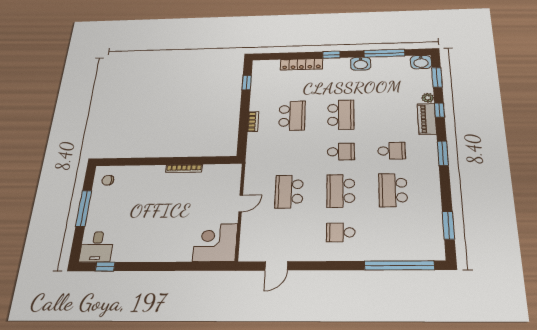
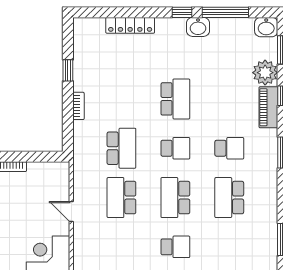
window: (331, 55) -> (182, 12), moved
window: (247, 83) -> (68, 70), moved
plant: (428, 98) -> (265, 73), width x1.87, depth x1.87
school desk: (292, 116) -> (121, 148), moved
door: (241, 203) -> (71, 211), swing flipped
school desk: (341, 232) -> (175, 247), turned 180

